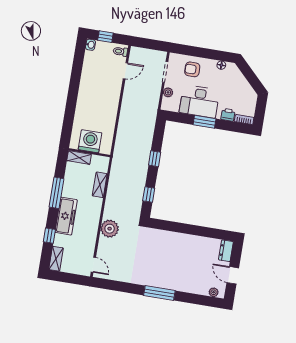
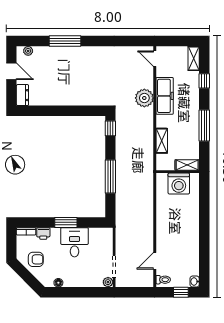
armchair: (192, 69) -> (36, 259), moved
plant: (168, 92) -> (108, 282), moved
desk: (199, 101) -> (75, 242), width x0.73
window: (155, 159) -> (110, 177), width x2.17
window: (149, 195) -> (110, 128), moved
freezer: (66, 216) -> (165, 96), moved, turned 180
window: (159, 293) -> (65, 41), moved

